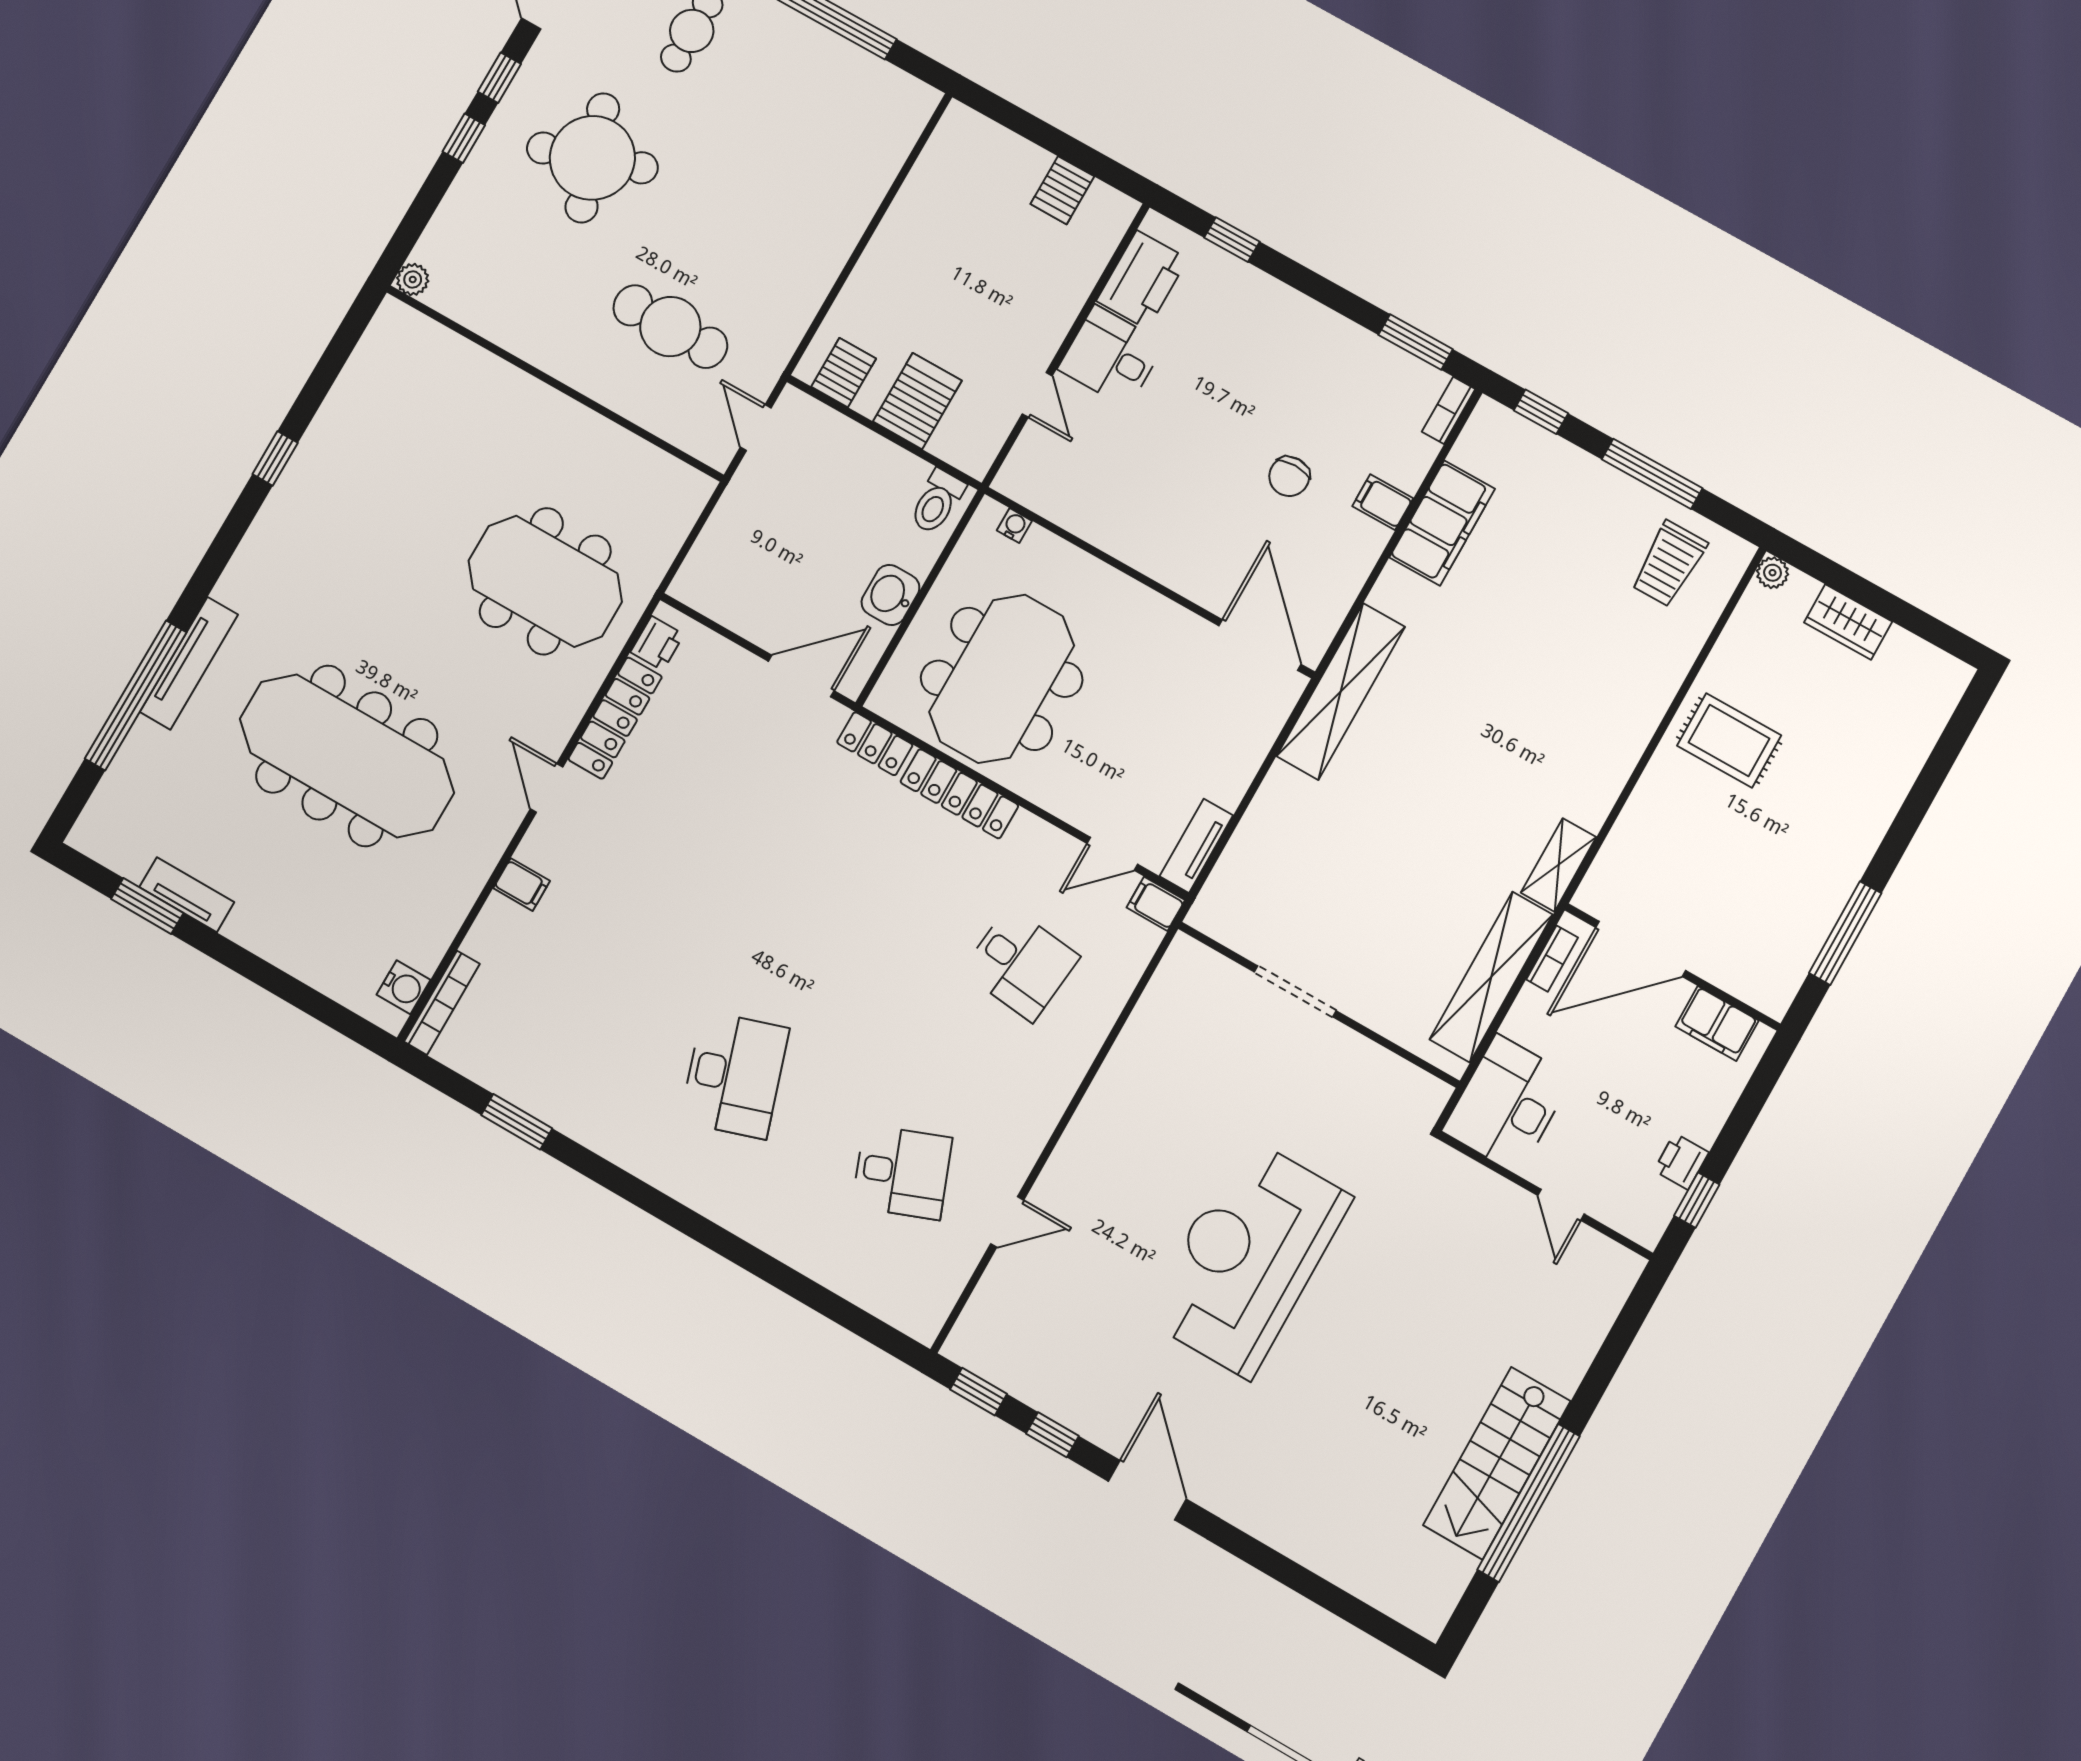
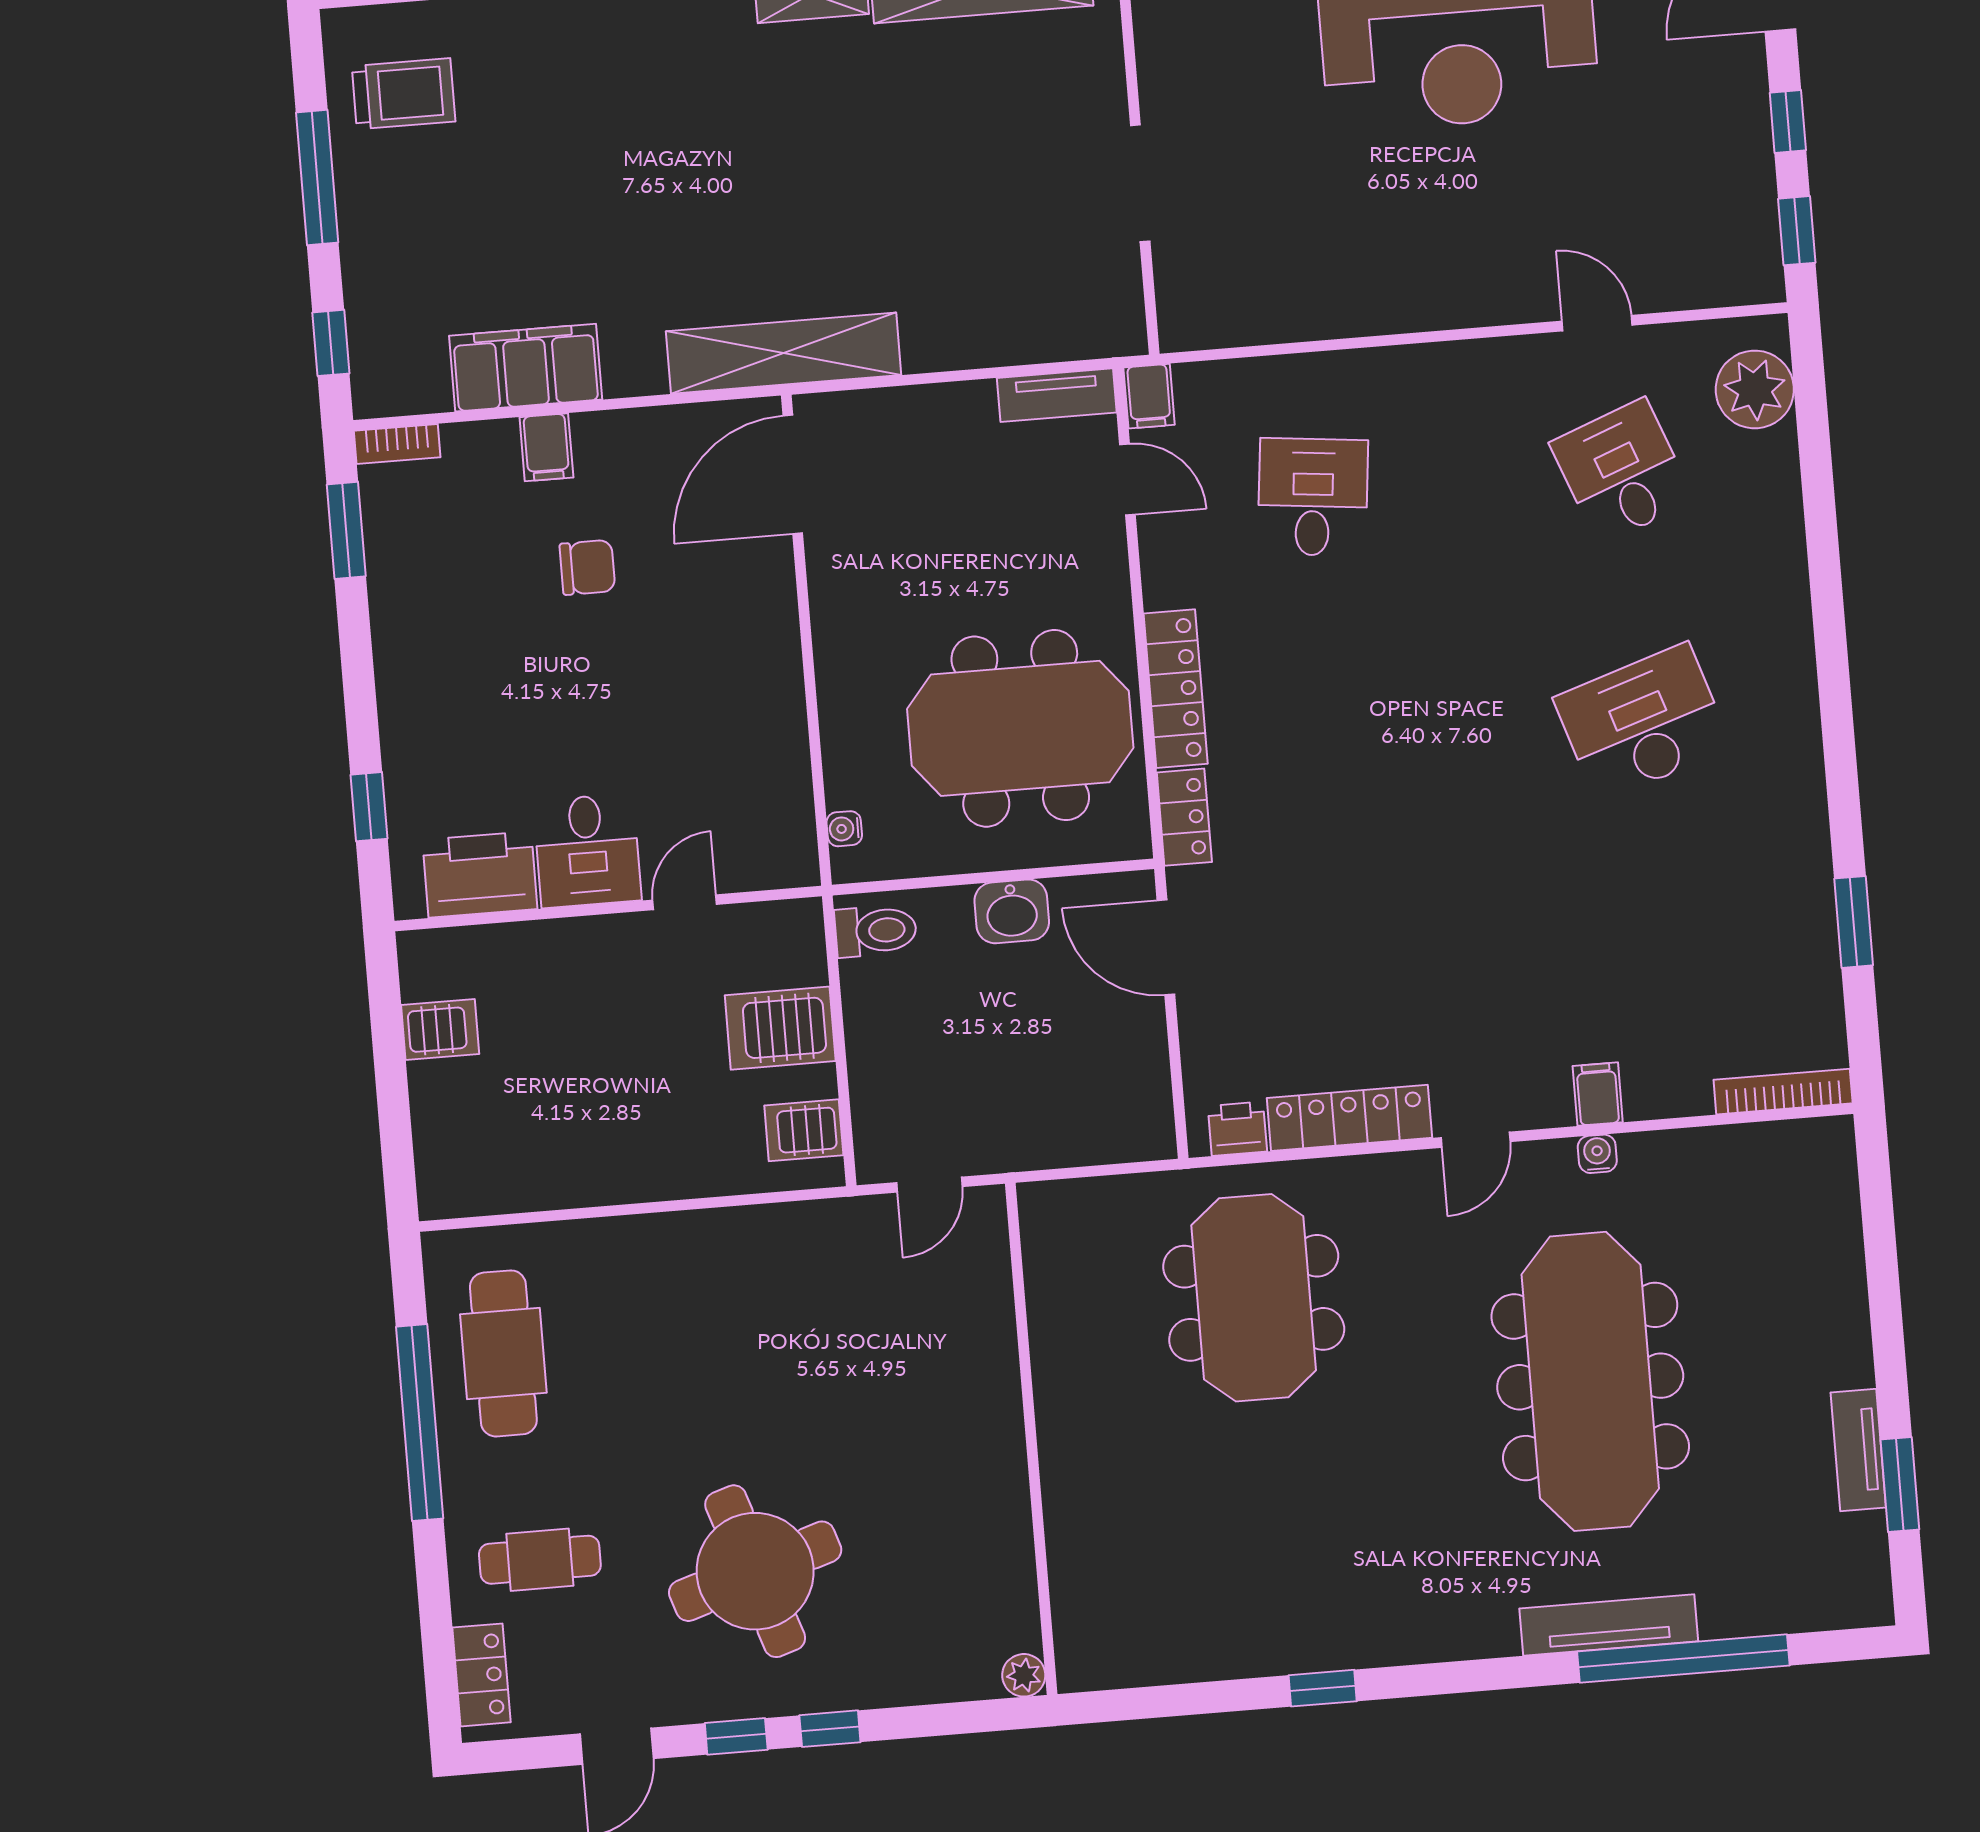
cafe table: (670, 327) -> (503, 1353), moved
water cooler: (403, 987) -> (1597, 1154), moved, width x0.72, depth x0.72
plant: (896, 1294) -> (1755, 389), added

